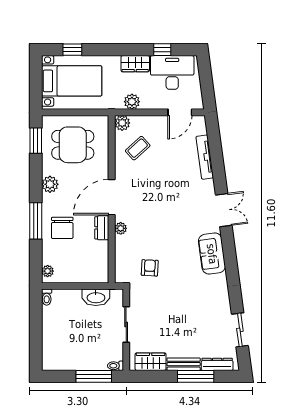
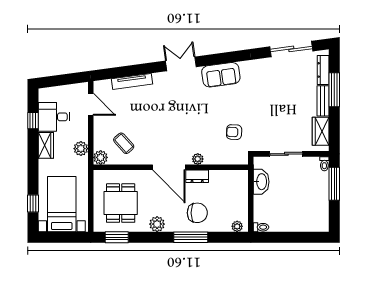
desk: (172, 72) -> (54, 117), width x0.73
sliding door: (240, 330) -> (291, 49), width x1.37

